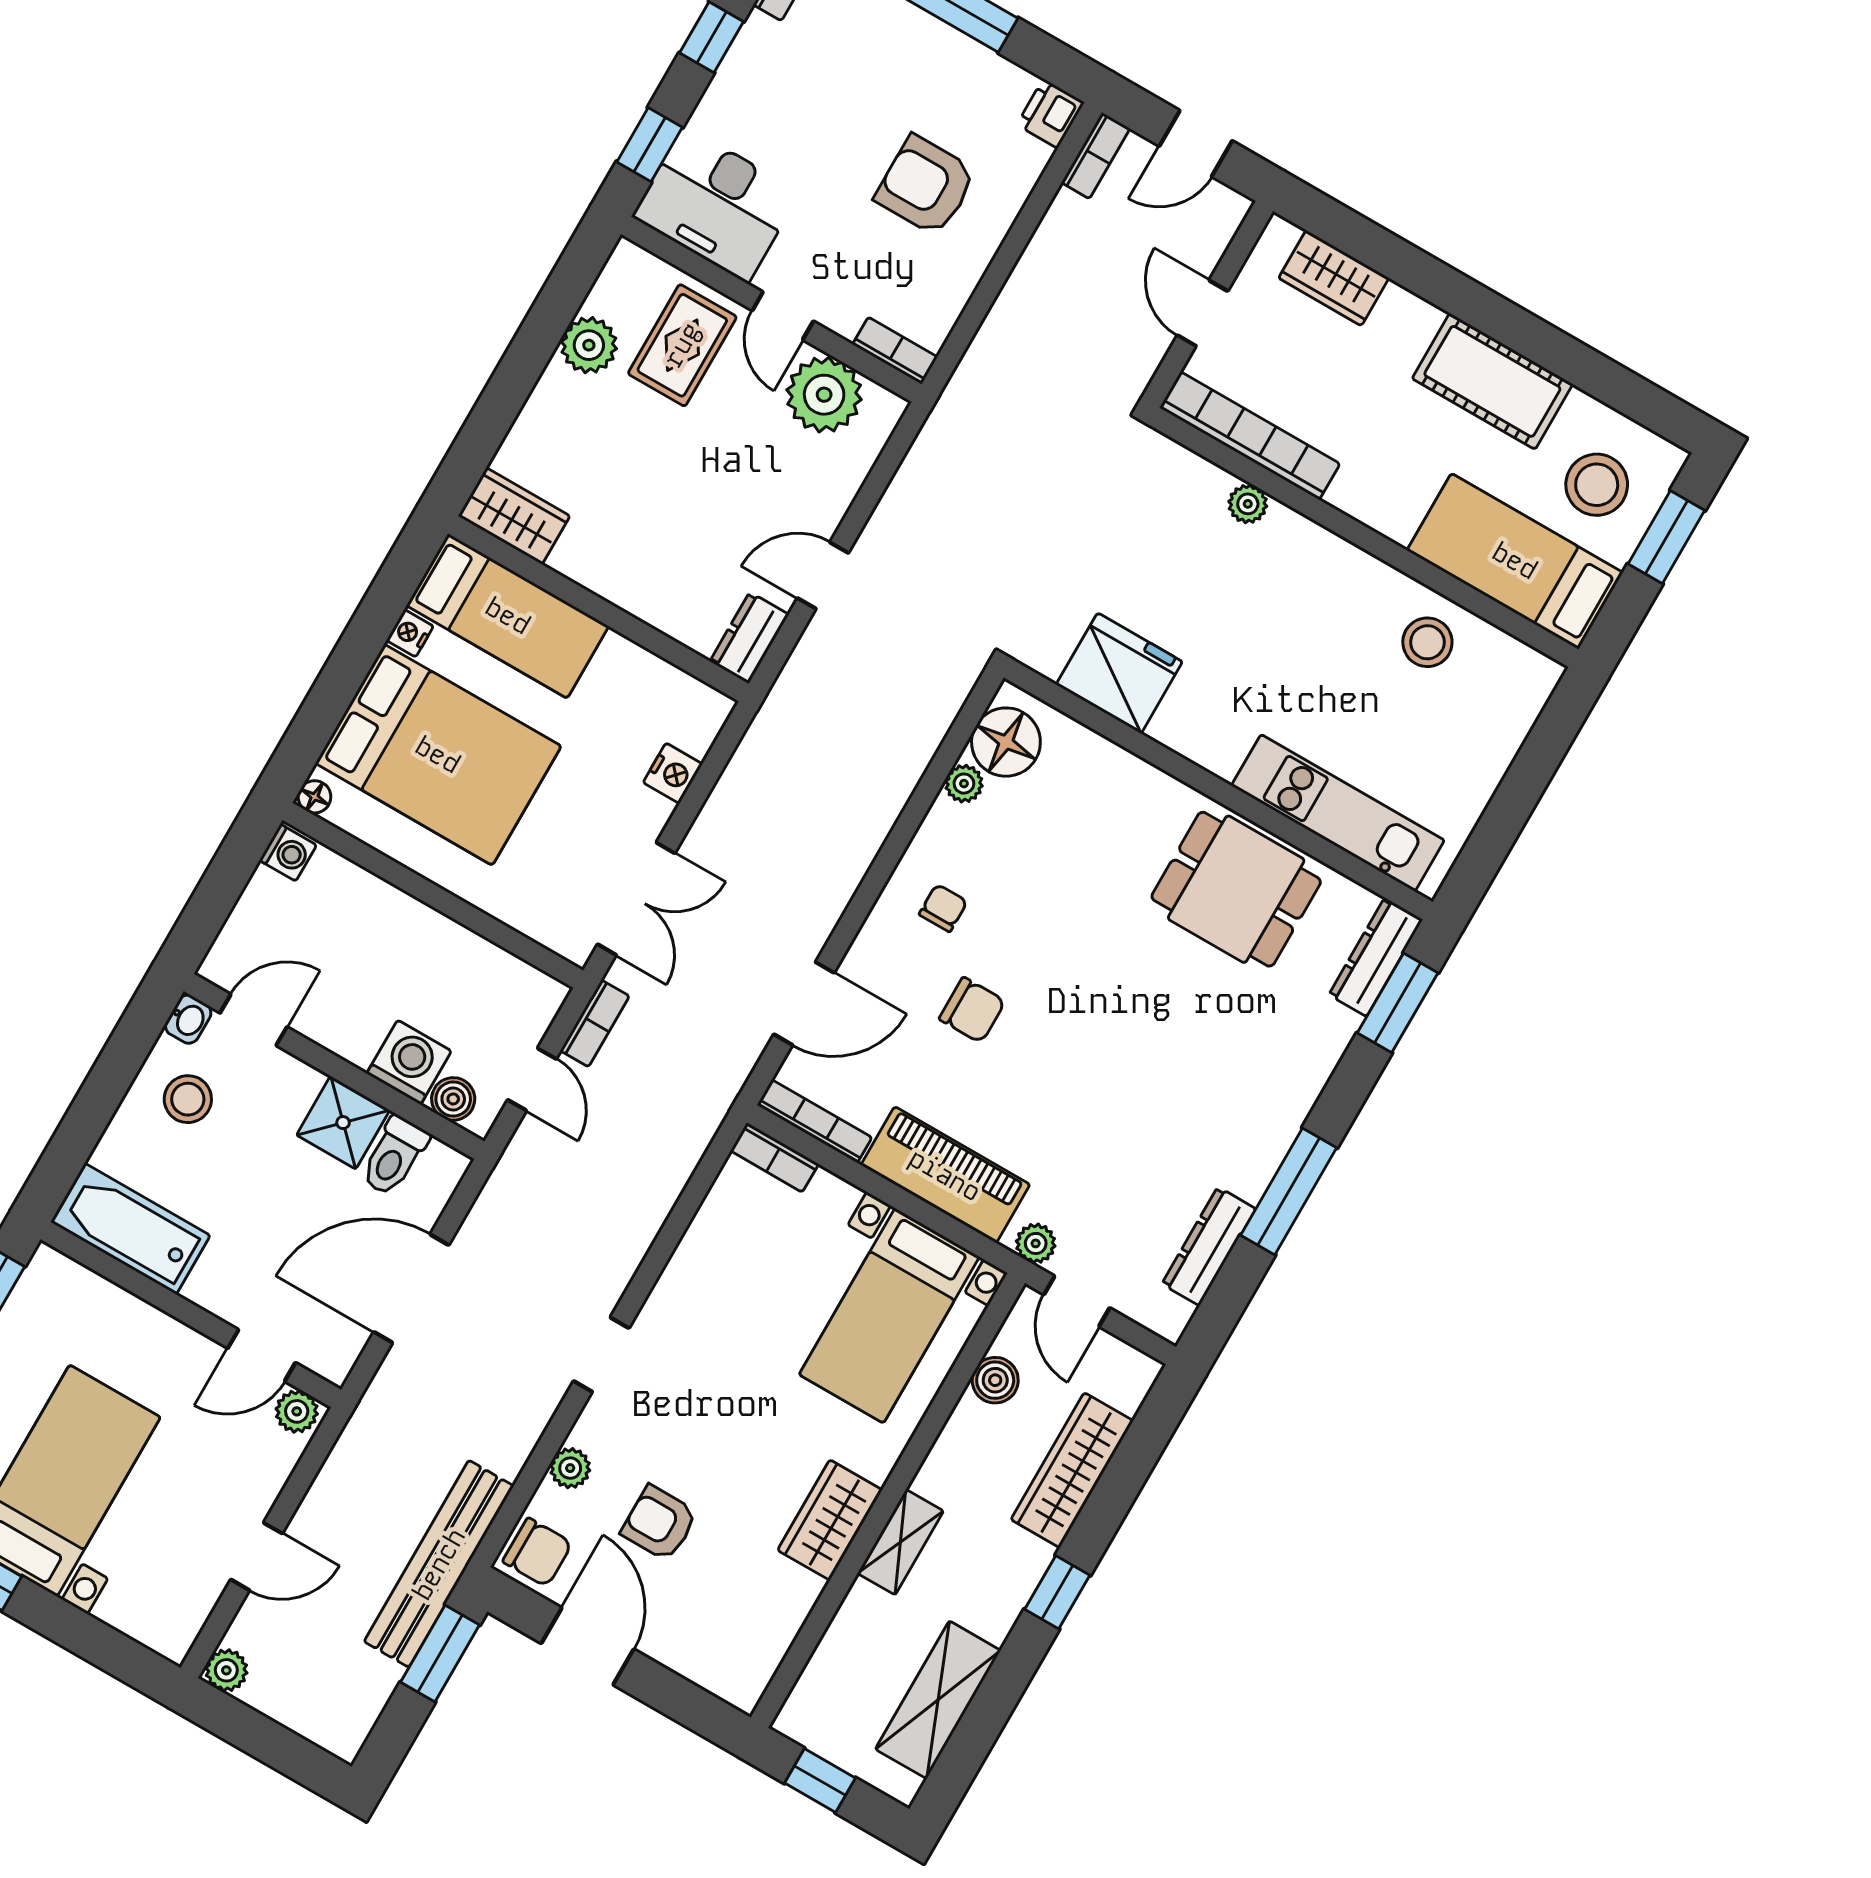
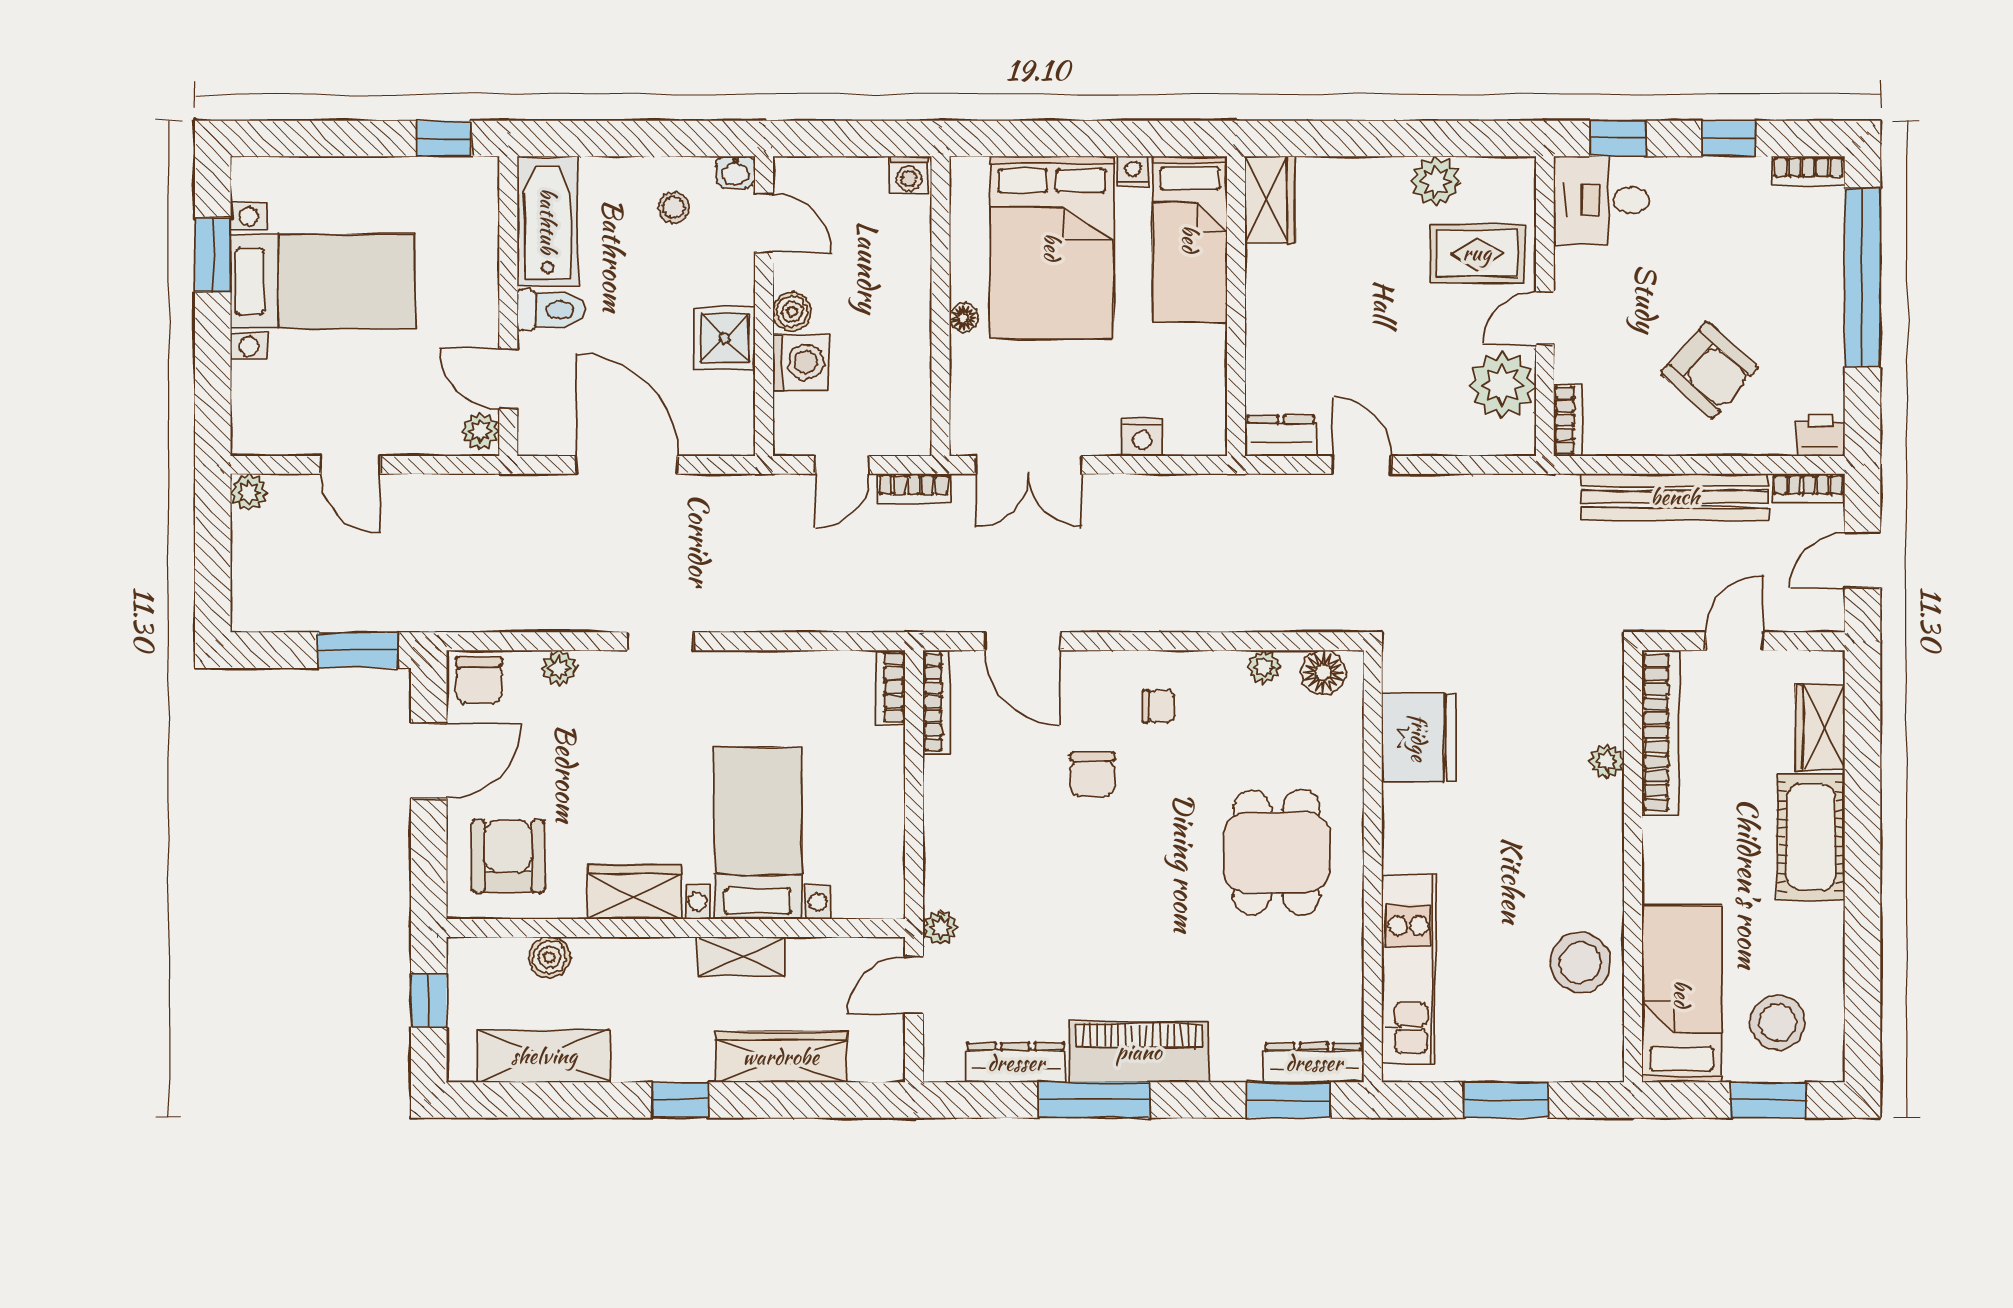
door: (1196, 144) -> (1862, 560), hinge flipped
armchair: (926, 185) -> (1709, 370), turned 132
desk: (716, 204) -> (1601, 200), width x0.73
cot: (1492, 381) -> (1811, 837), moved
stool: (1427, 642) -> (1580, 962), width x1.38, depth x1.38
floor lamp: (1006, 742) -> (1323, 672), width x0.73, depth x0.73
window: (1520, 792) -> (1506, 1100), added
floor lamp: (315, 797) -> (964, 318), moved
dining table: (1236, 889) -> (1277, 852), moved
stool: (188, 1099) -> (673, 208), width x0.73, depth x0.73
boiler: (453, 1099) -> (792, 312), moved
toilet: (394, 1156) -> (551, 310), moved, turned 180
piano: (945, 1175) -> (1139, 1052), moved, turned -90
bed with nightstands: (889, 1316) -> (758, 833), moved, turned 90
boiler: (995, 1380) -> (549, 957), moved
armchair: (659, 1523) -> (508, 856), moved, width x1.38, depth x1.38
shelving: (900, 1542) -> (741, 956), moved
bench: (439, 1564) -> (1675, 497), moved

